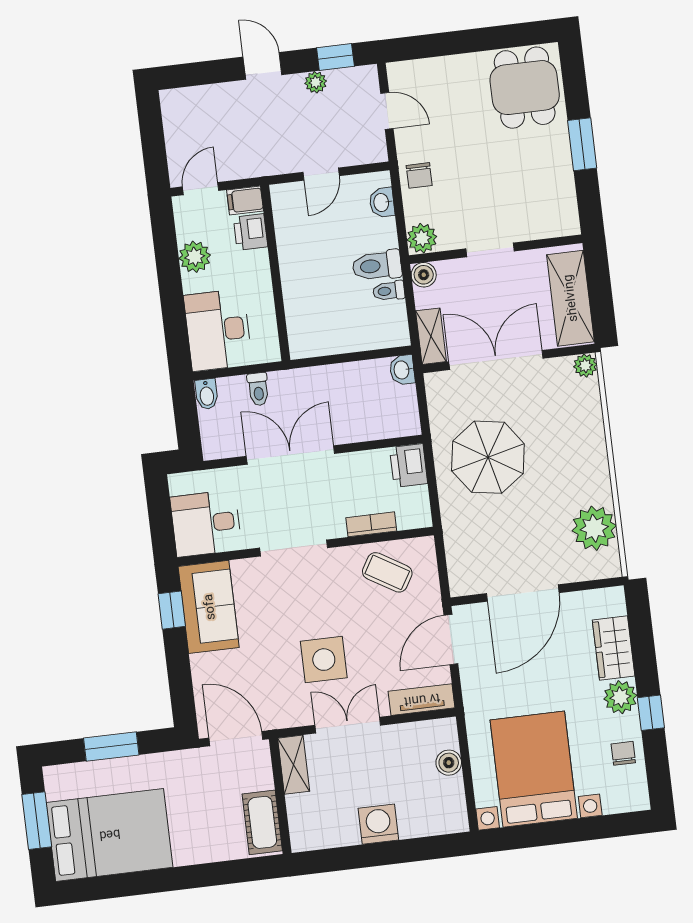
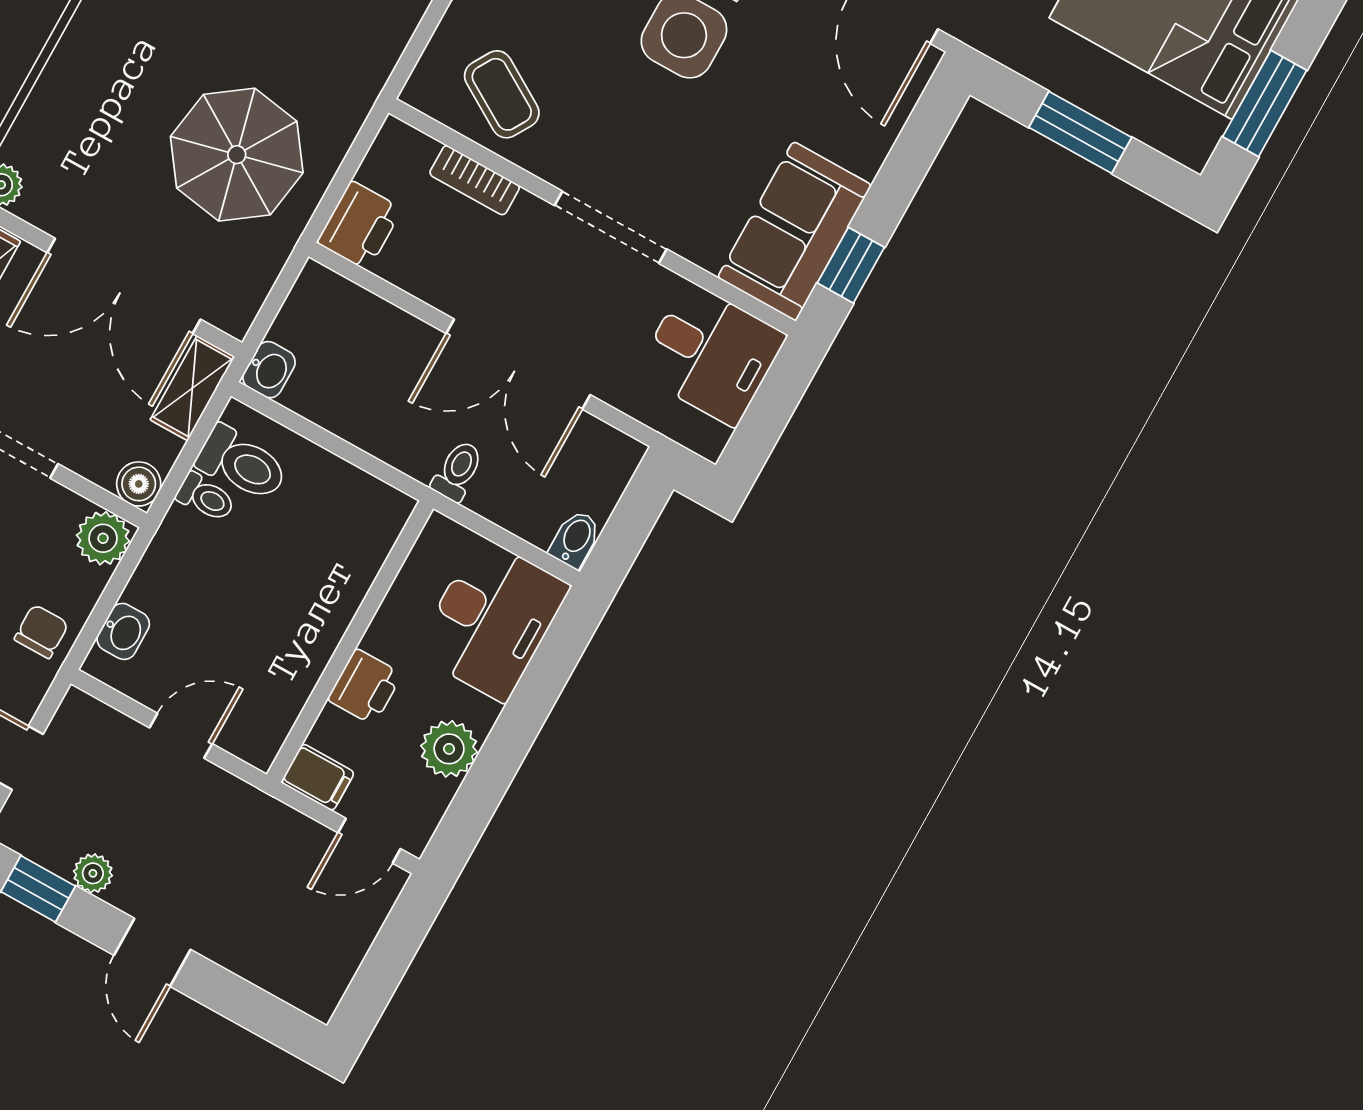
printer: (250, 232) -> (365, 687), moved
toilet: (377, 266) -> (242, 464), moved
toilet: (258, 389) -> (458, 471), moved

